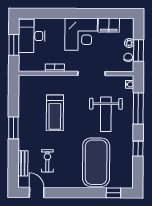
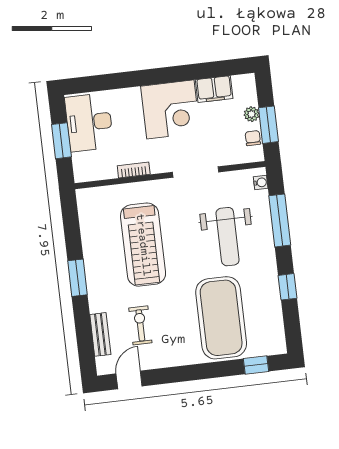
treadmill: (55, 113) -> (143, 245), width x1.37, depth x1.38
door: (37, 193) -> (129, 380), hinge flipped

